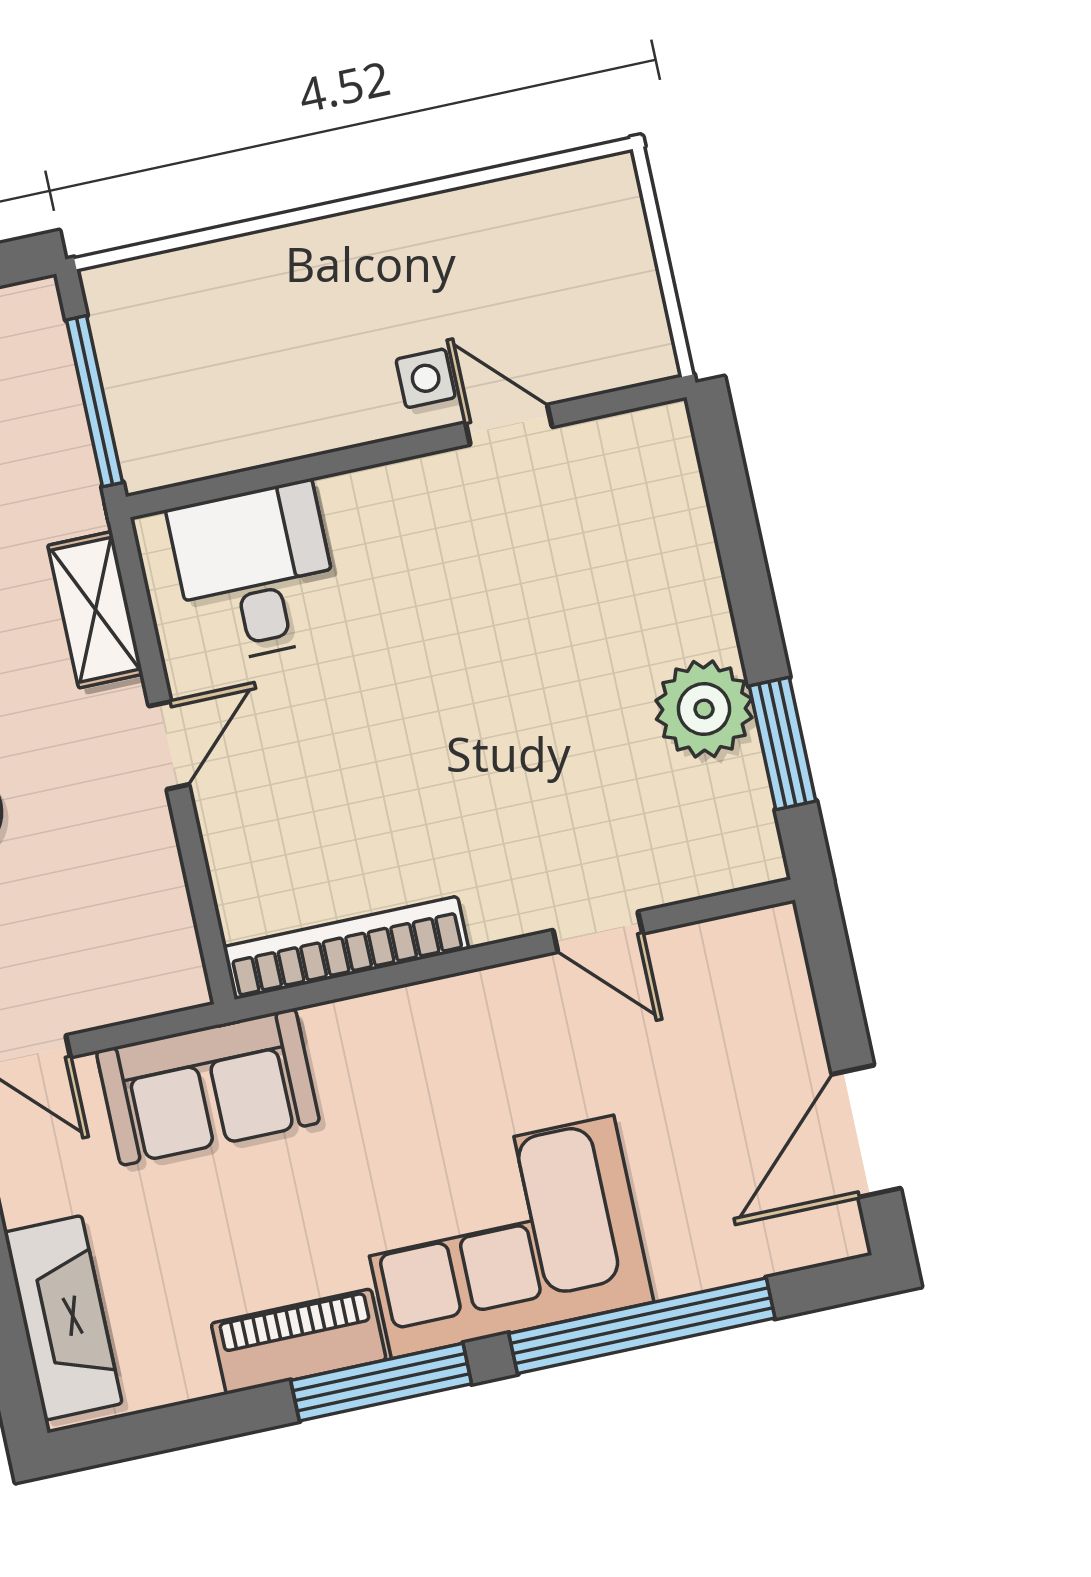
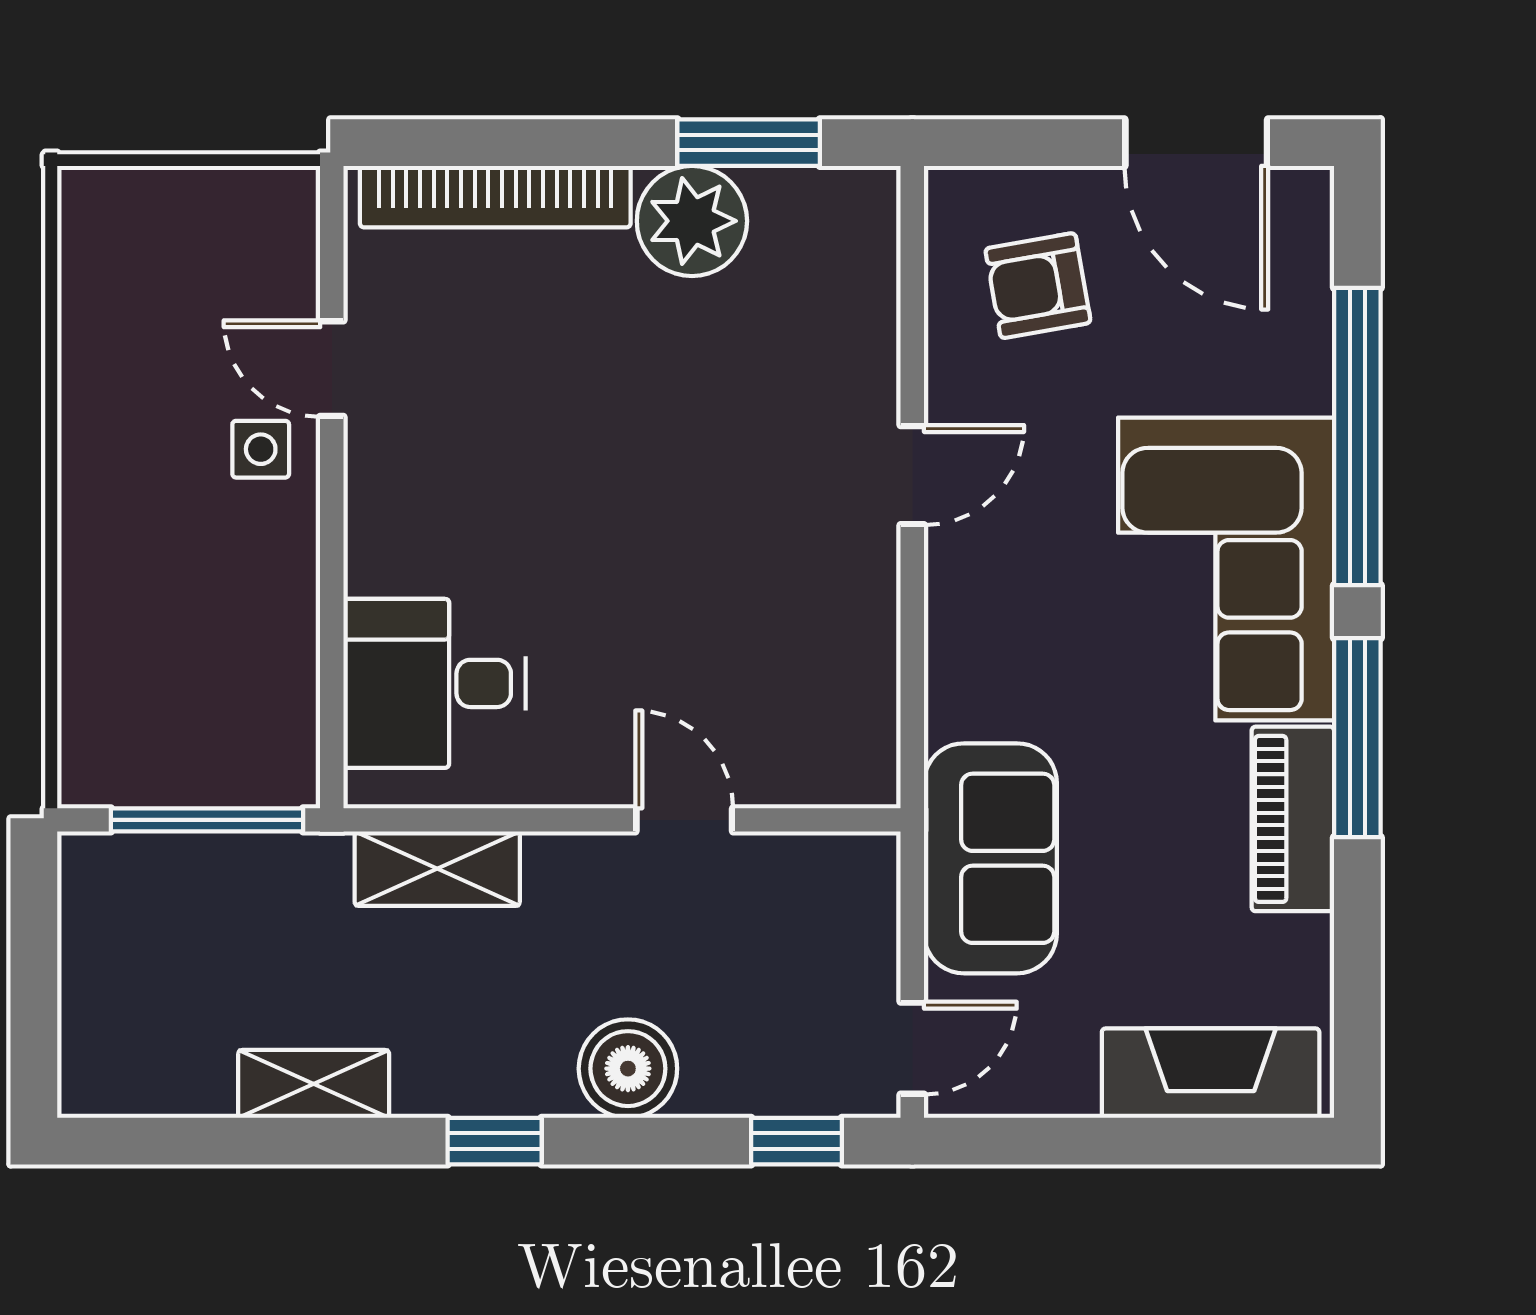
door: (509, 425) -> (332, 369), hinge flipped
door: (169, 745) -> (684, 820), moved
door: (598, 932) -> (912, 475), moved
bookcase: (346, 948) -> (495, 197), moved, turned -90
armchair: (713, 1021) -> (1038, 286), added

